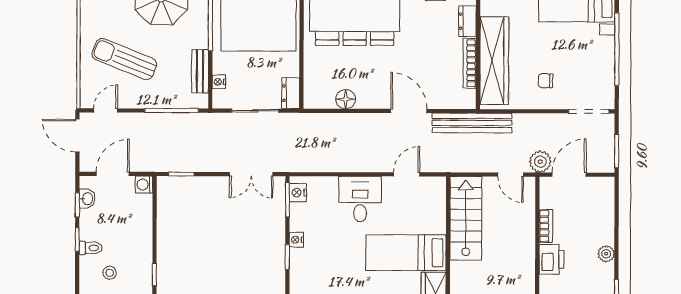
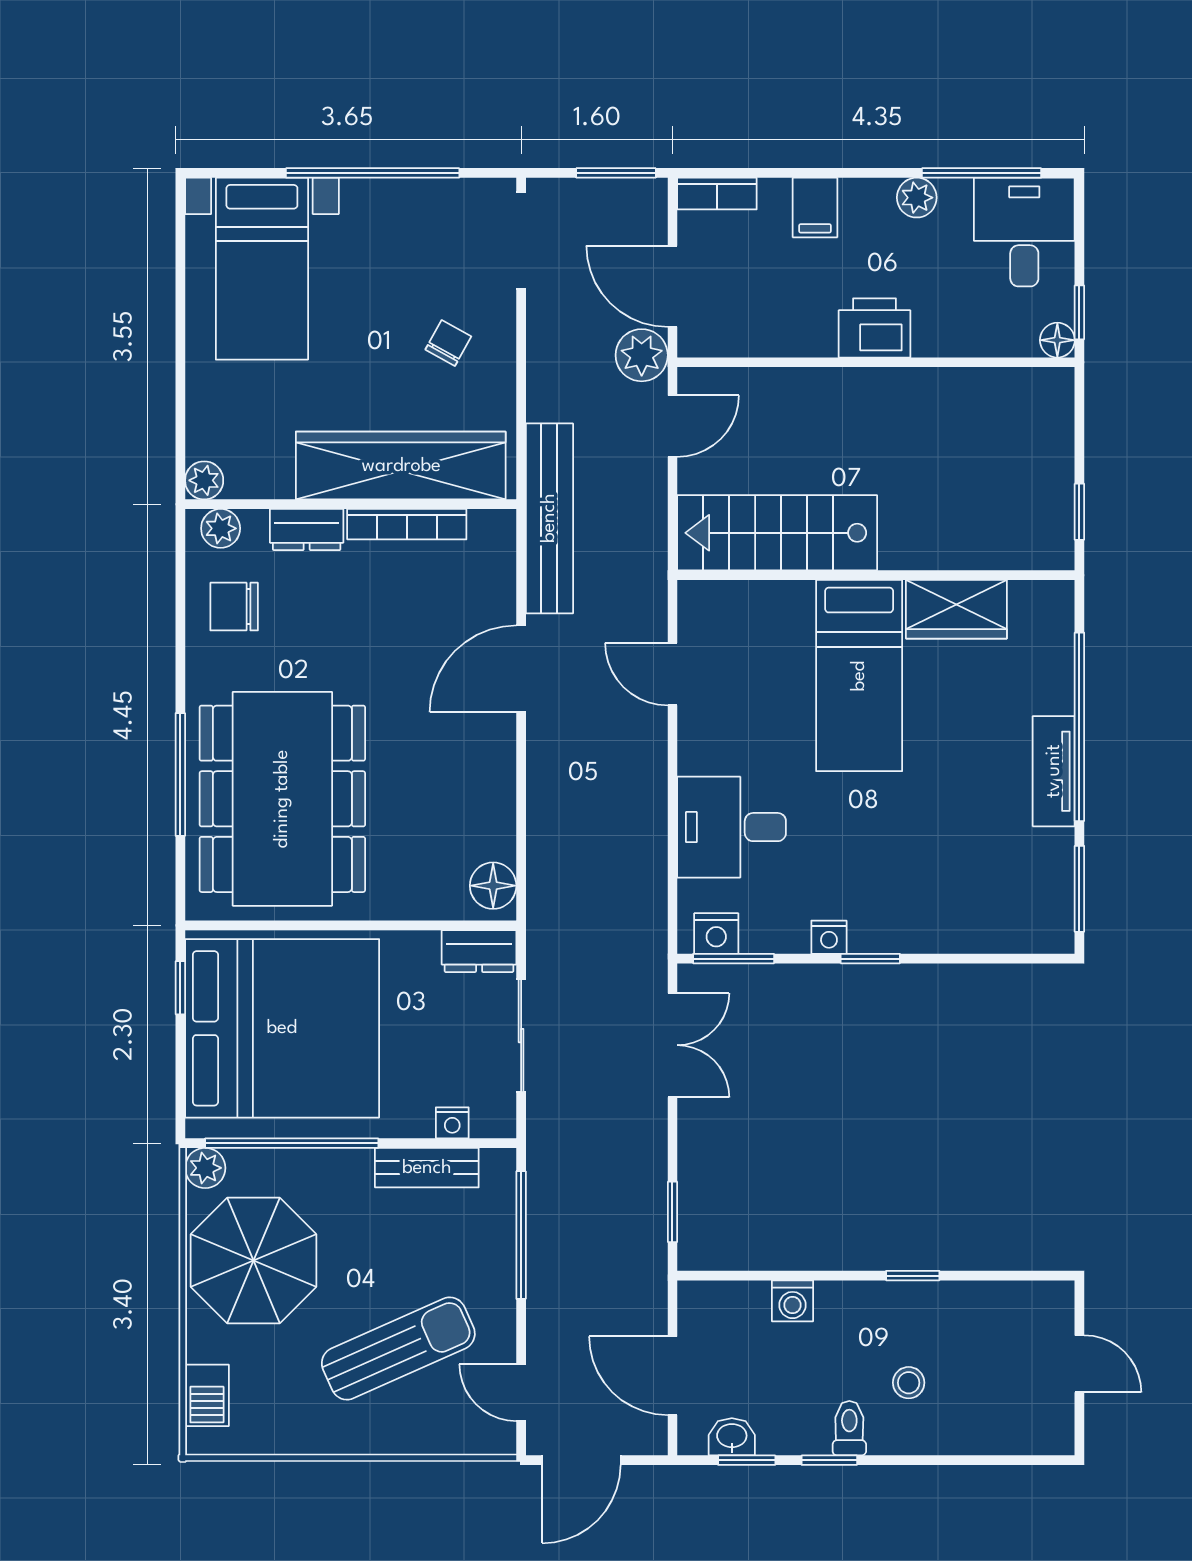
sun lounger: (124, 59) -> (398, 1348), turned -136
chair: (546, 81) -> (448, 343), turned -151
floor lamp: (346, 99) -> (493, 886), moved
washing machine: (144, 185) -> (792, 1301), moved
desk: (360, 199) -> (732, 827), moved
bookcase: (546, 226) -> (717, 194), moved, turned 180
filing cabinet: (602, 234) -> (815, 207), added
plant: (606, 254) -> (917, 198), moved

